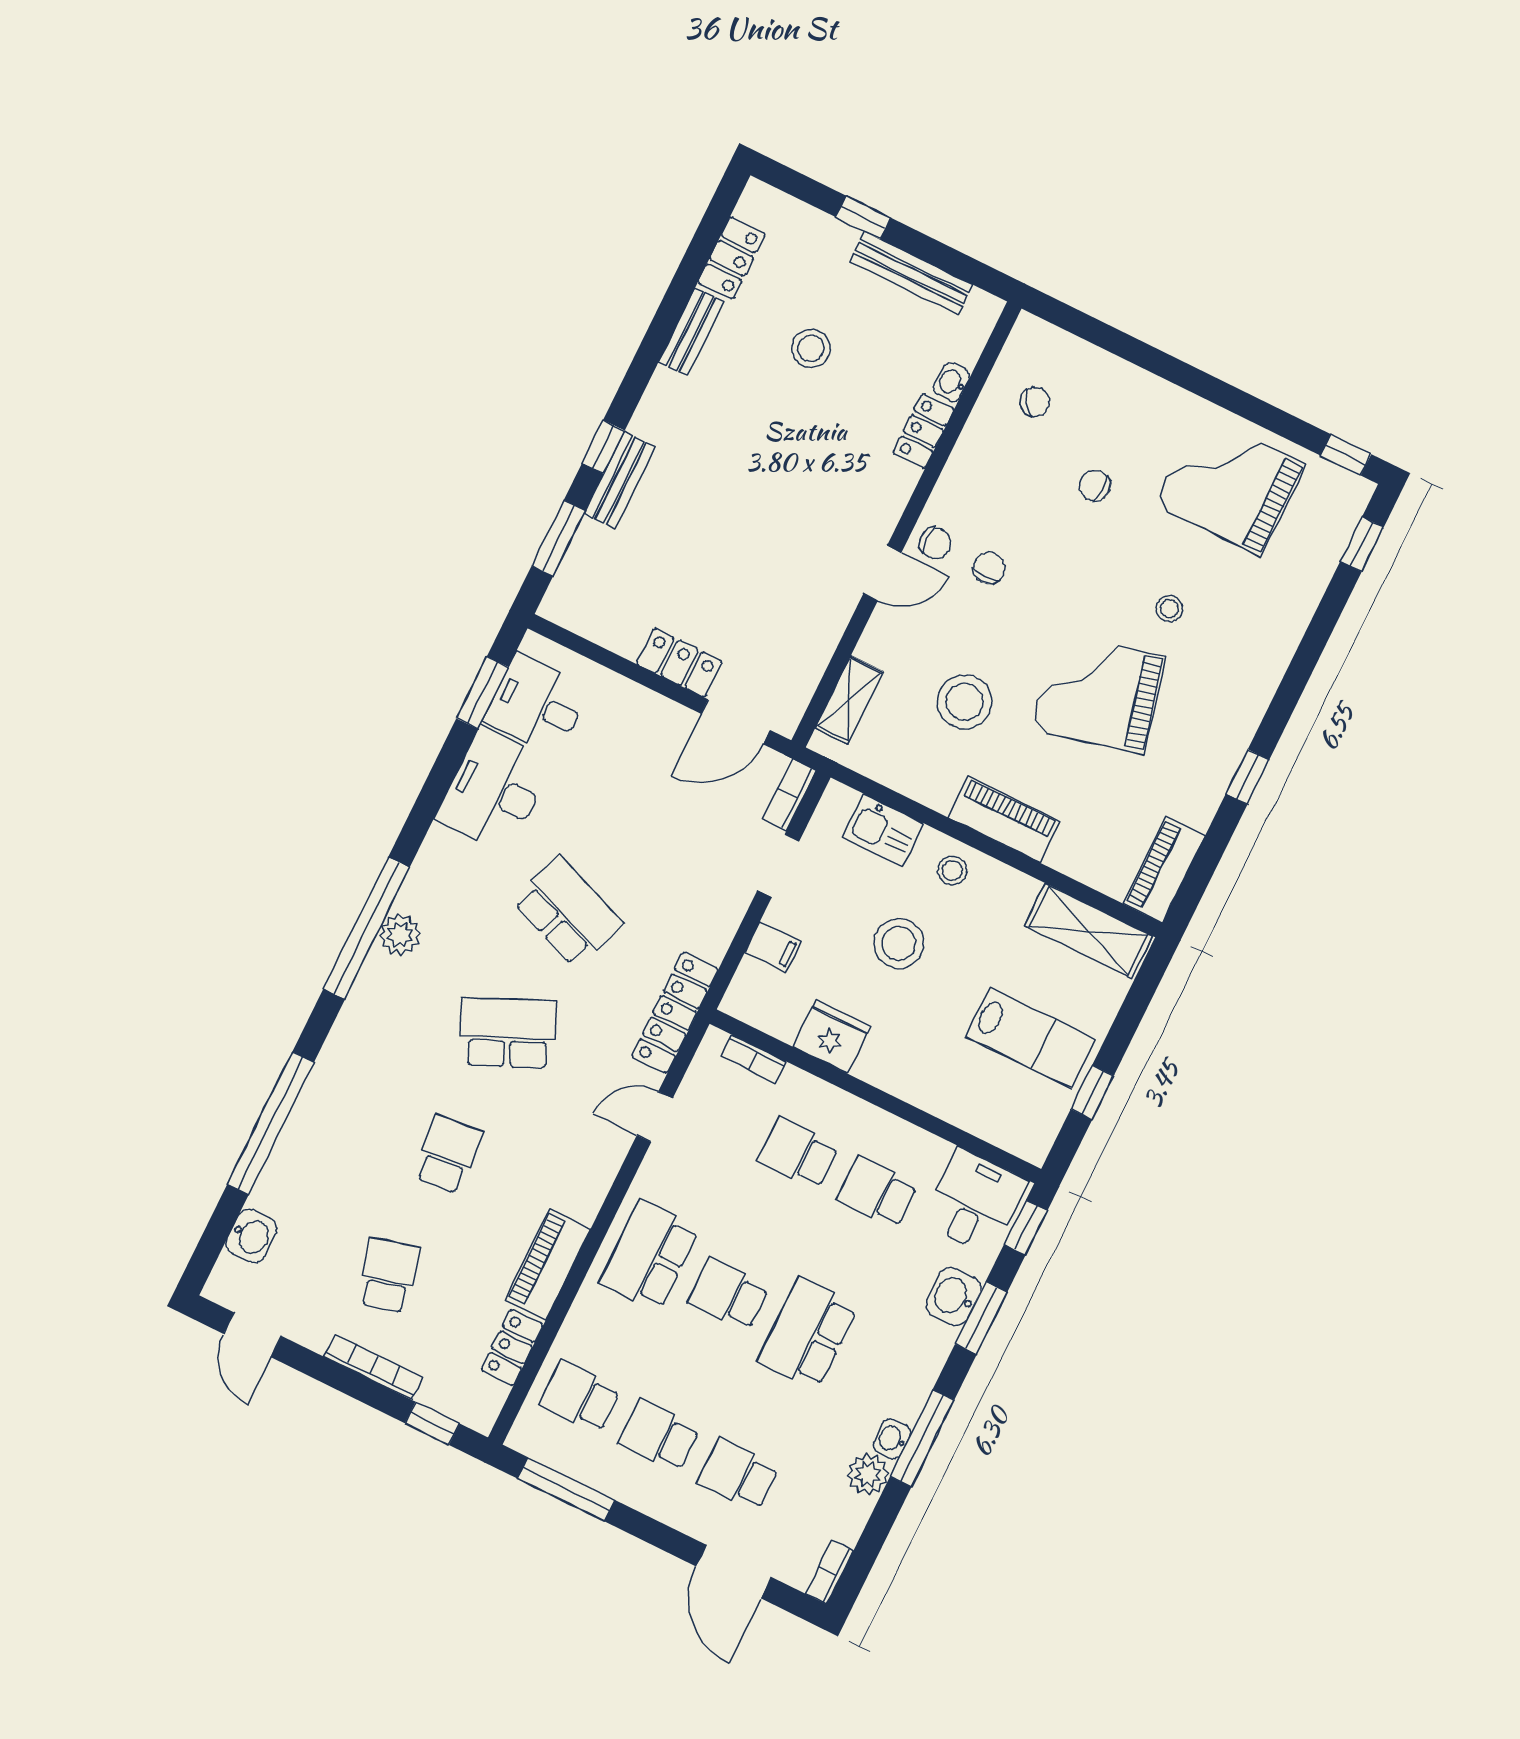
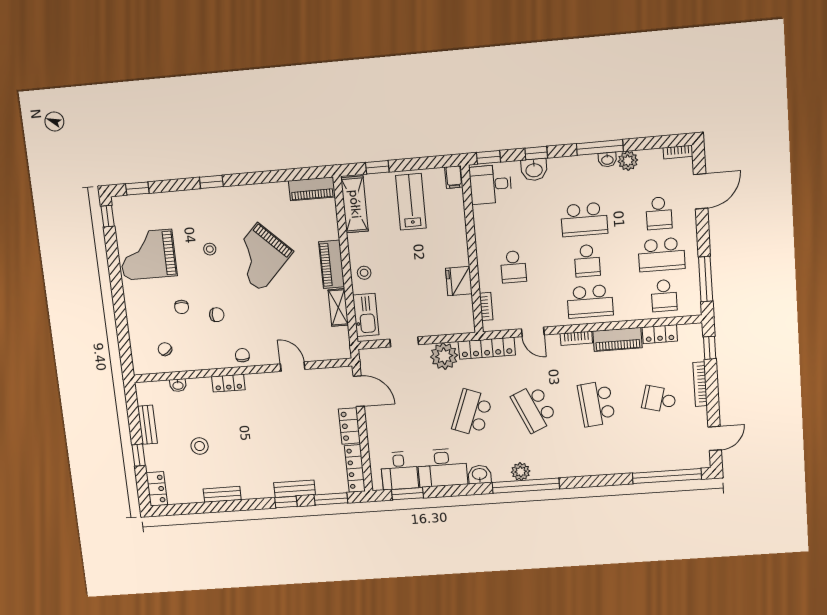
locker: (731, 258) -> (157, 489), moved, turned 90
bench: (911, 273) -> (147, 425), width x0.73
locker: (923, 431) -> (228, 383), moved
grand piano: (1230, 484) -> (148, 255), turned 90
chair: (989, 568) -> (217, 315), moved, turned 180
door: (882, 573) -> (293, 367), moved
locker: (591, 622) -> (355, 469), added
grand piano: (1098, 693) -> (260, 257), turned 58
shelving: (849, 700) -> (338, 307), moved, turned 90
stool: (964, 702) -> (296, 307), removed
window: (1248, 777) -> (211, 182), moved
bookcase: (789, 795) -> (576, 338), moved
kitchen sink: (883, 830) -> (366, 315), width x1.38
plant: (707, 924) -> (444, 356), added
stool: (899, 943) -> (406, 277), removed
filing cabinet: (773, 947) -> (454, 177), moved, turned 180
window: (1092, 1092) -> (377, 167), moved
window: (271, 1123) -> (667, 476), moved
school desk: (448, 1154) -> (596, 404), width x1.85
school desk: (877, 1192) -> (510, 226), removed
washbasin: (251, 1236) -> (480, 475), moved
school desk: (388, 1275) -> (659, 399), turned 30
window: (981, 1318) -> (536, 153), width x0.67
school desk: (659, 1436) -> (661, 255), width x1.85

